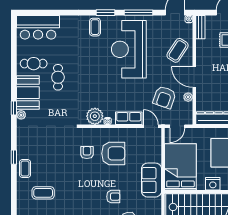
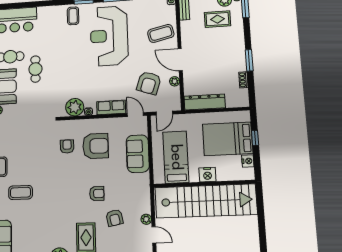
coffee table: (178, 50) -> (161, 33), turned 44
bed: (180, 167) -> (176, 157), width x0.67
sofa: (152, 180) -> (138, 154), moved

